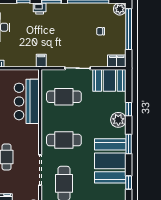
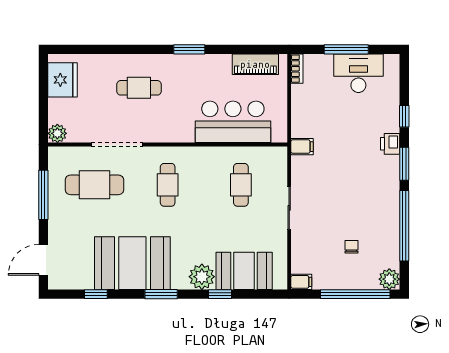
filing cabinet: (117, 61) -> (301, 282), width x0.50
booth: (109, 80) -> (244, 271), moved, turned 90
cafe table: (64, 97) -> (241, 185), width x0.73, depth x0.74
cafe table: (64, 140) -> (168, 185), width x0.73, depth x0.74

